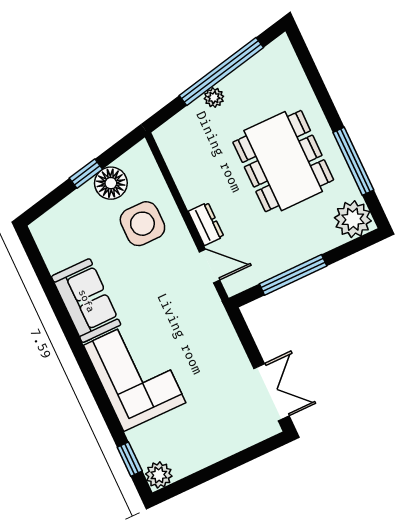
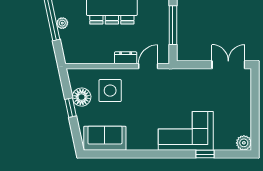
sofa: (86, 301) -> (105, 138), moved
window: (130, 459) -> (205, 154), moved

